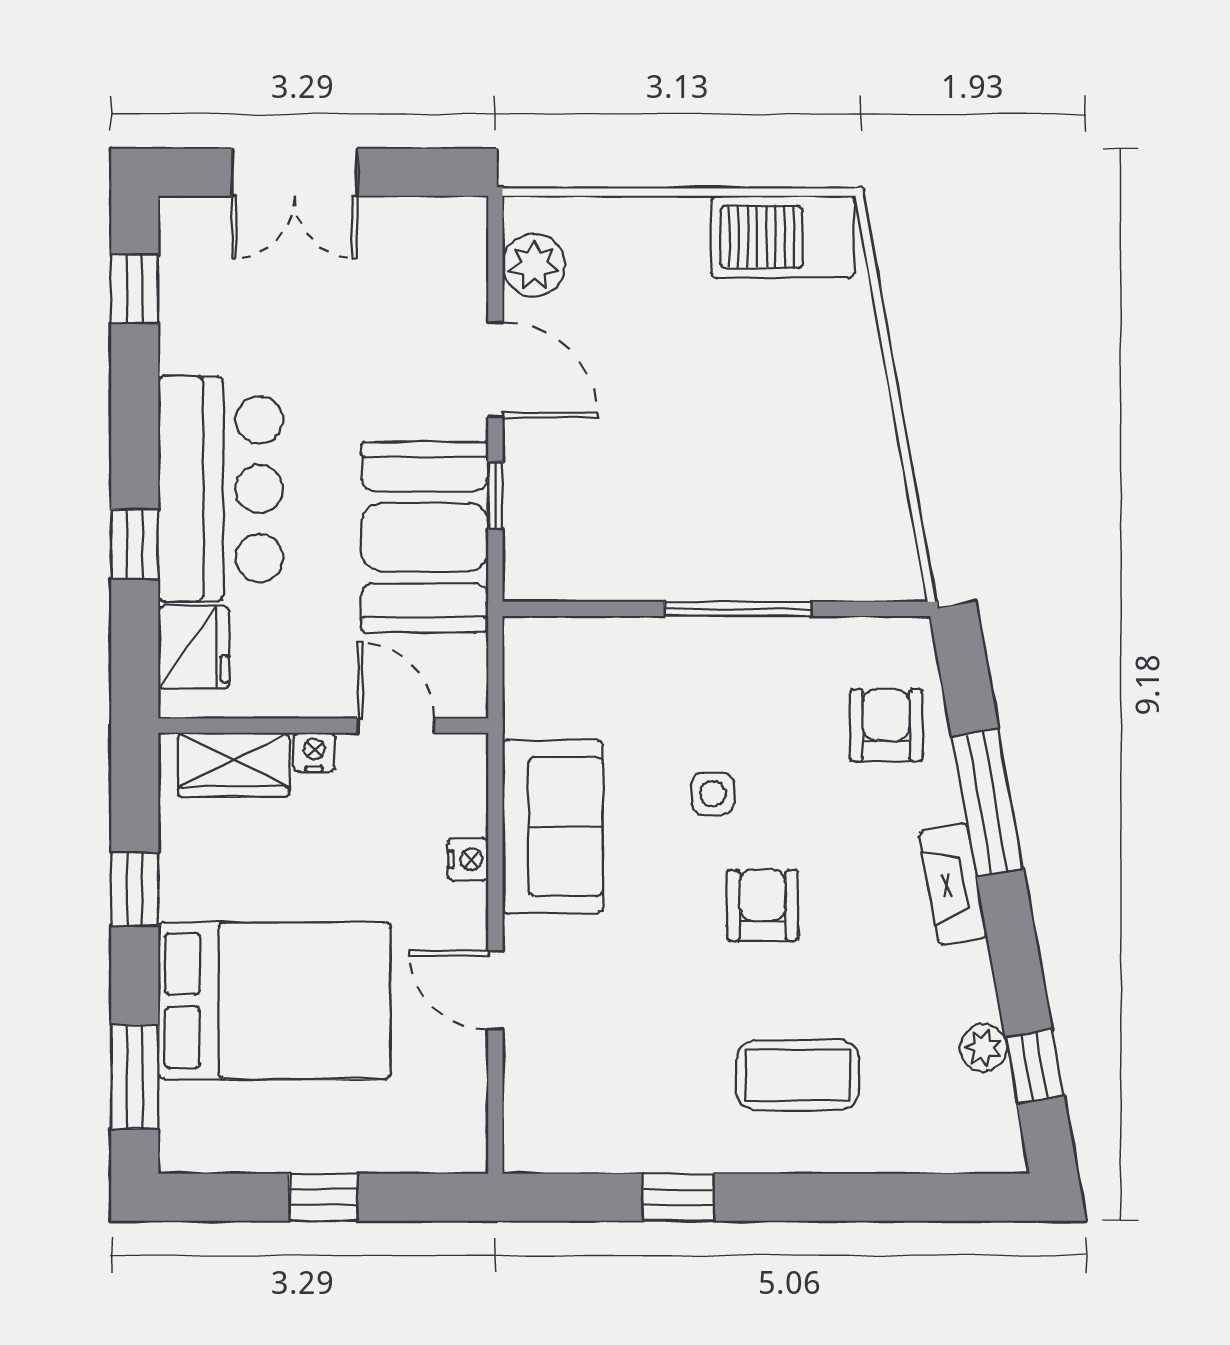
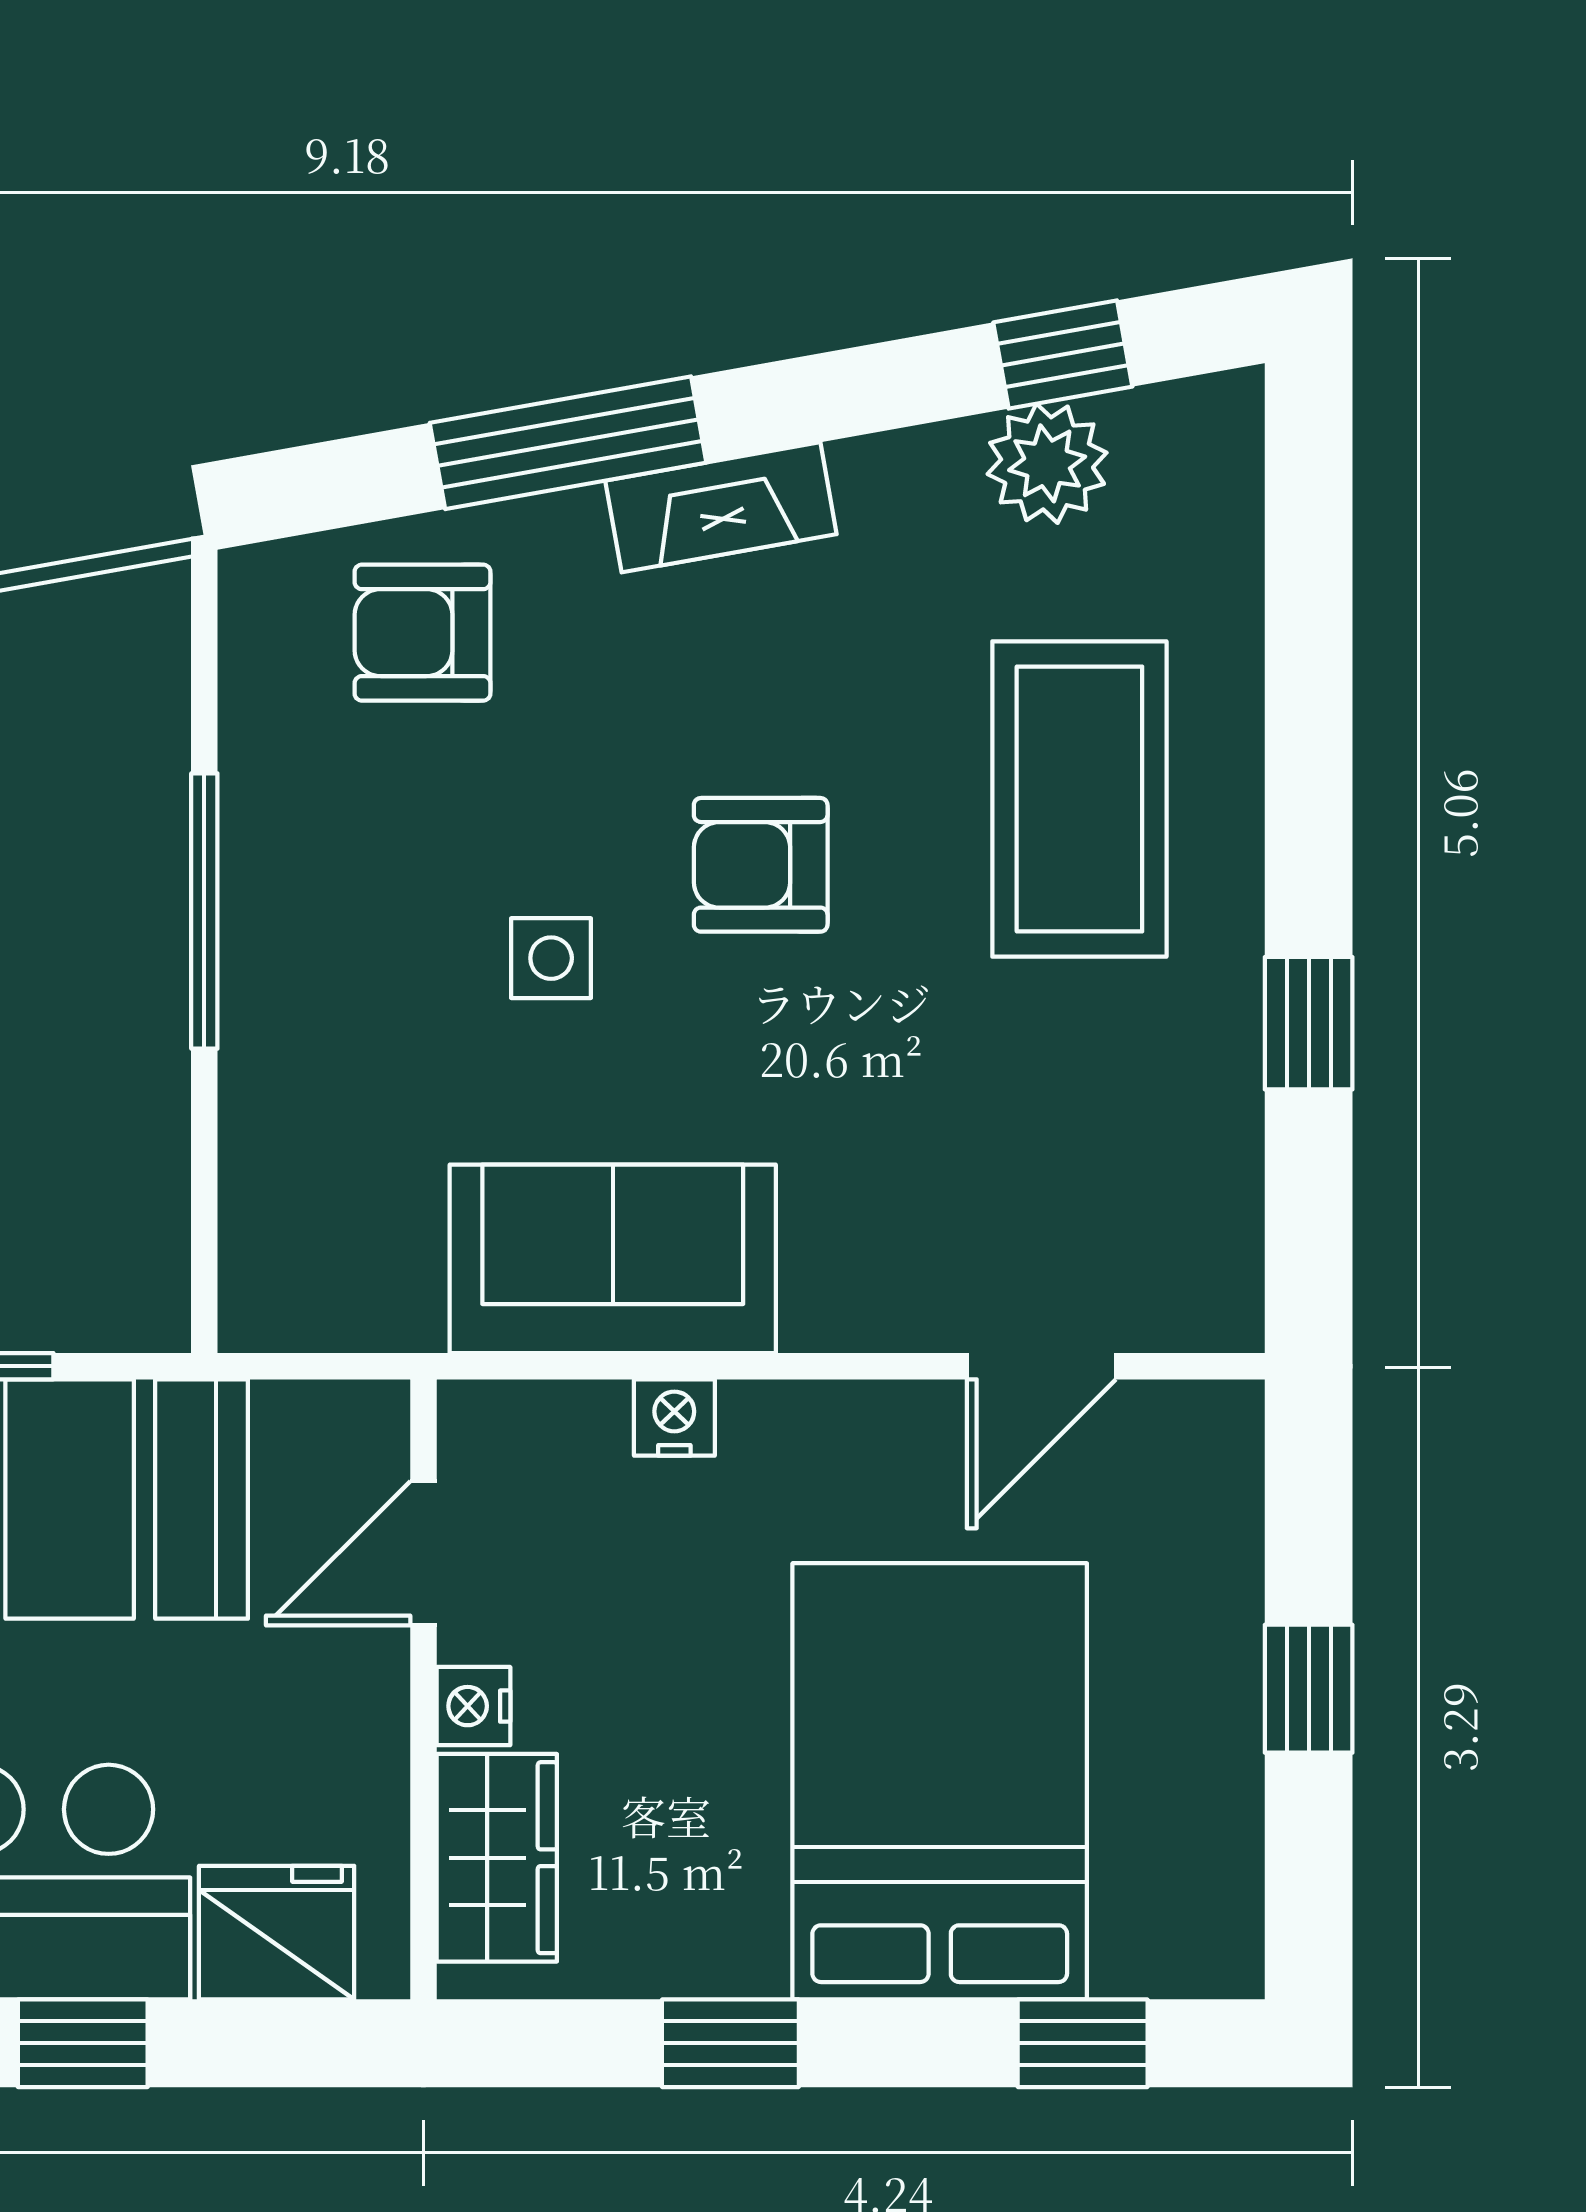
door: (495, 990) -> (1041, 1366), moved
plant: (984, 1048) -> (1047, 463), width x1.38, depth x1.38
coffee table: (798, 1075) -> (1079, 799), width x1.36, depth x1.32
window: (135, 1077) -> (1083, 2043), width x0.67

